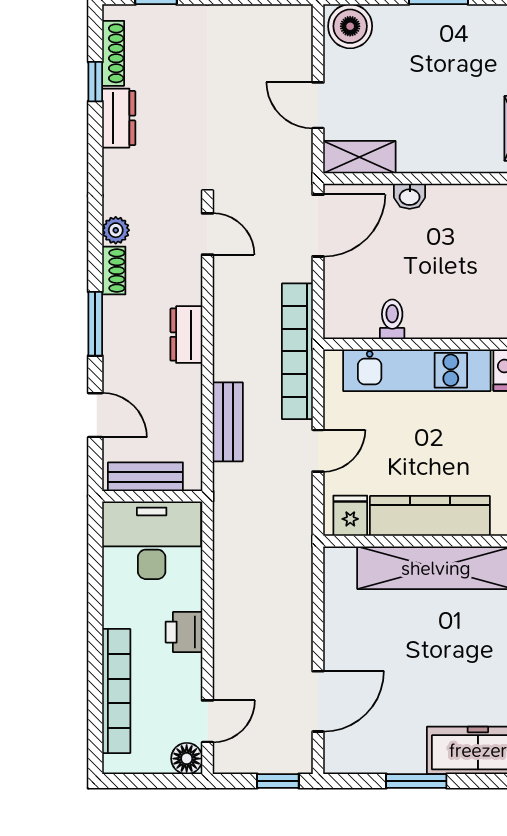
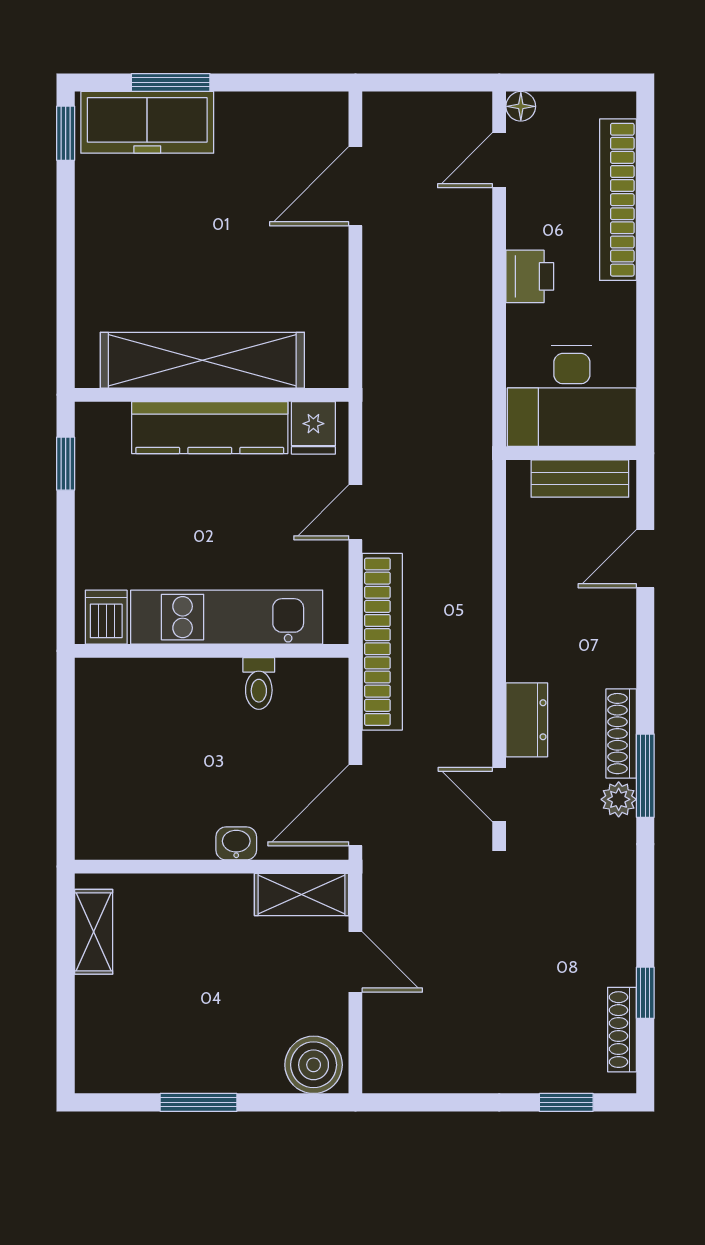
dresser: (119, 118) -> (615, 945), removed
shoe rack: (114, 271) -> (621, 734), width x1.43
window: (95, 324) -> (645, 776), moved
dresser: (186, 335) -> (527, 720), moved
door: (95, 415) -> (645, 559), hinge flipped
bench: (228, 422) -> (473, 550), removed
floor lamp: (187, 759) -> (521, 106), width x0.73, depth x0.73
window: (278, 781) -> (408, 82), removed
window: (416, 781) -> (171, 82), moved

